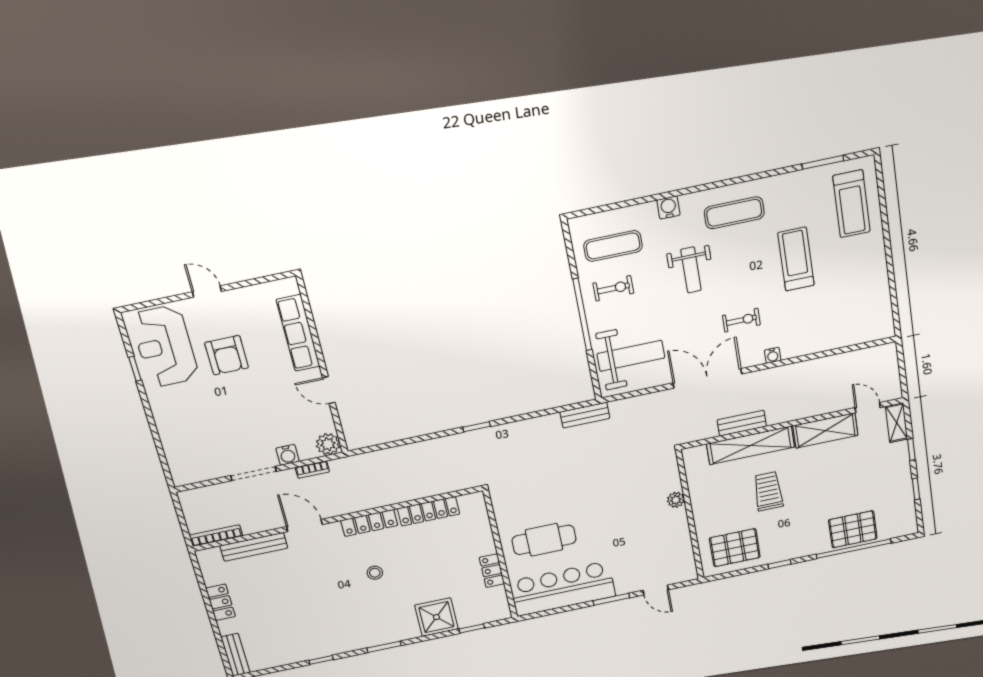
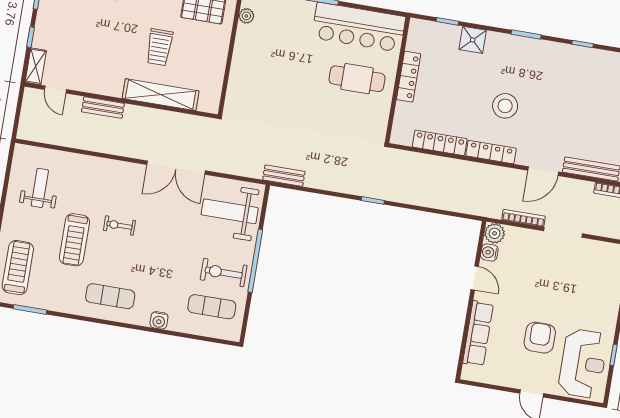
weight bench: (691, 270) -> (40, 188), moved
exercise bike: (613, 288) -> (224, 273), width x1.38, depth x1.39
exercise bike: (741, 320) -> (119, 225), moved
water cooler: (773, 355) -> (118, 166), removed
bench: (742, 423) -> (103, 108), moved
shelving: (825, 431) -> (96, 83), removed
water cooler: (288, 455) -> (489, 252), moved, turned -90
bookcase: (312, 470) -> (524, 218), width x1.56
plant: (676, 500) -> (246, 16), moved
door: (304, 526) -> (543, 171), hinge flipped
locker: (492, 571) -> (409, 77), width x1.53
stool: (375, 573) -> (505, 106), width x1.89, depth x1.89
shower: (436, 617) -> (473, 40), width x0.73, depth x0.73

